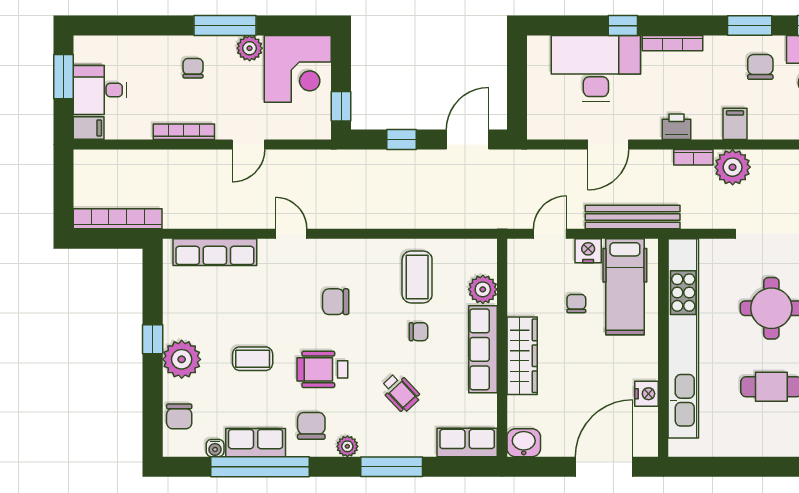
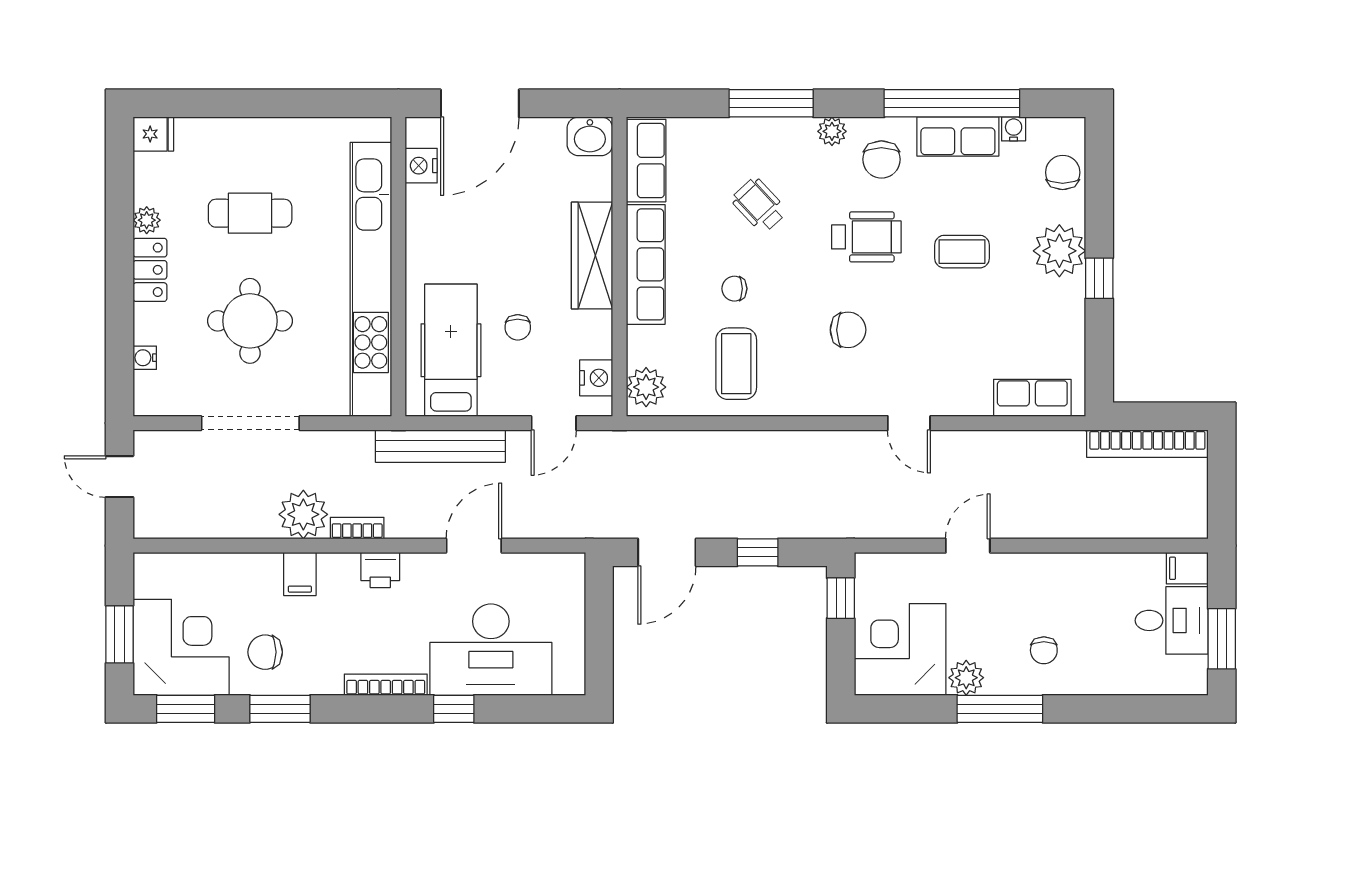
chair: (760, 67) -> (265, 652), turned 90
bookcase: (184, 132) -> (1056, 563), removed
nightstand: (588, 251) -> (596, 378), moved, turned -90
row of seats: (215, 252) -> (1032, 398), width x0.68
plant: (483, 289) -> (646, 387), moved
nightstand: (647, 394) -> (421, 166), moved
row of seats: (467, 442) -> (646, 161), moved, turned -90

